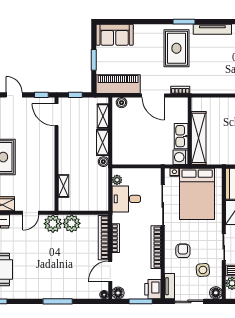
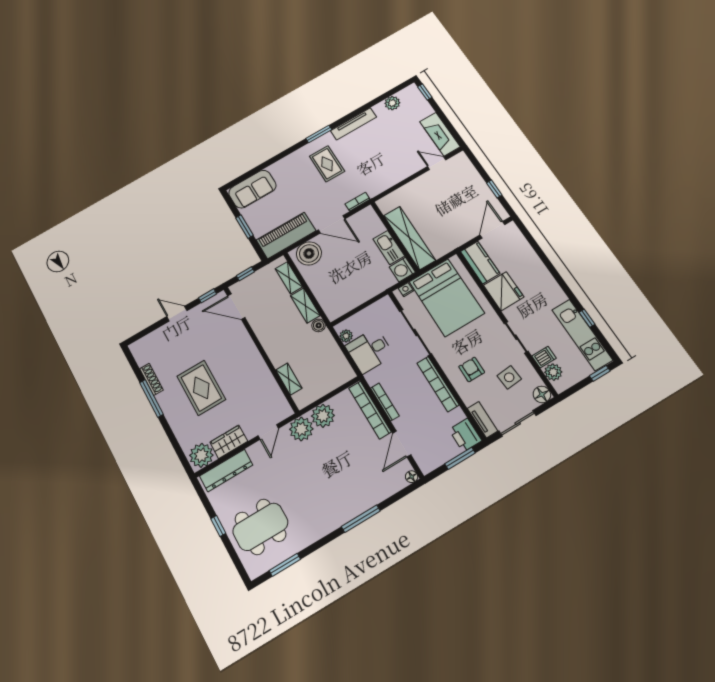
rug: (176, 48) -> (327, 164), width x0.73, depth x0.70
boiler: (122, 103) -> (309, 253), width x1.86, depth x1.86
floor lamp: (118, 293) -> (427, 465), removed

